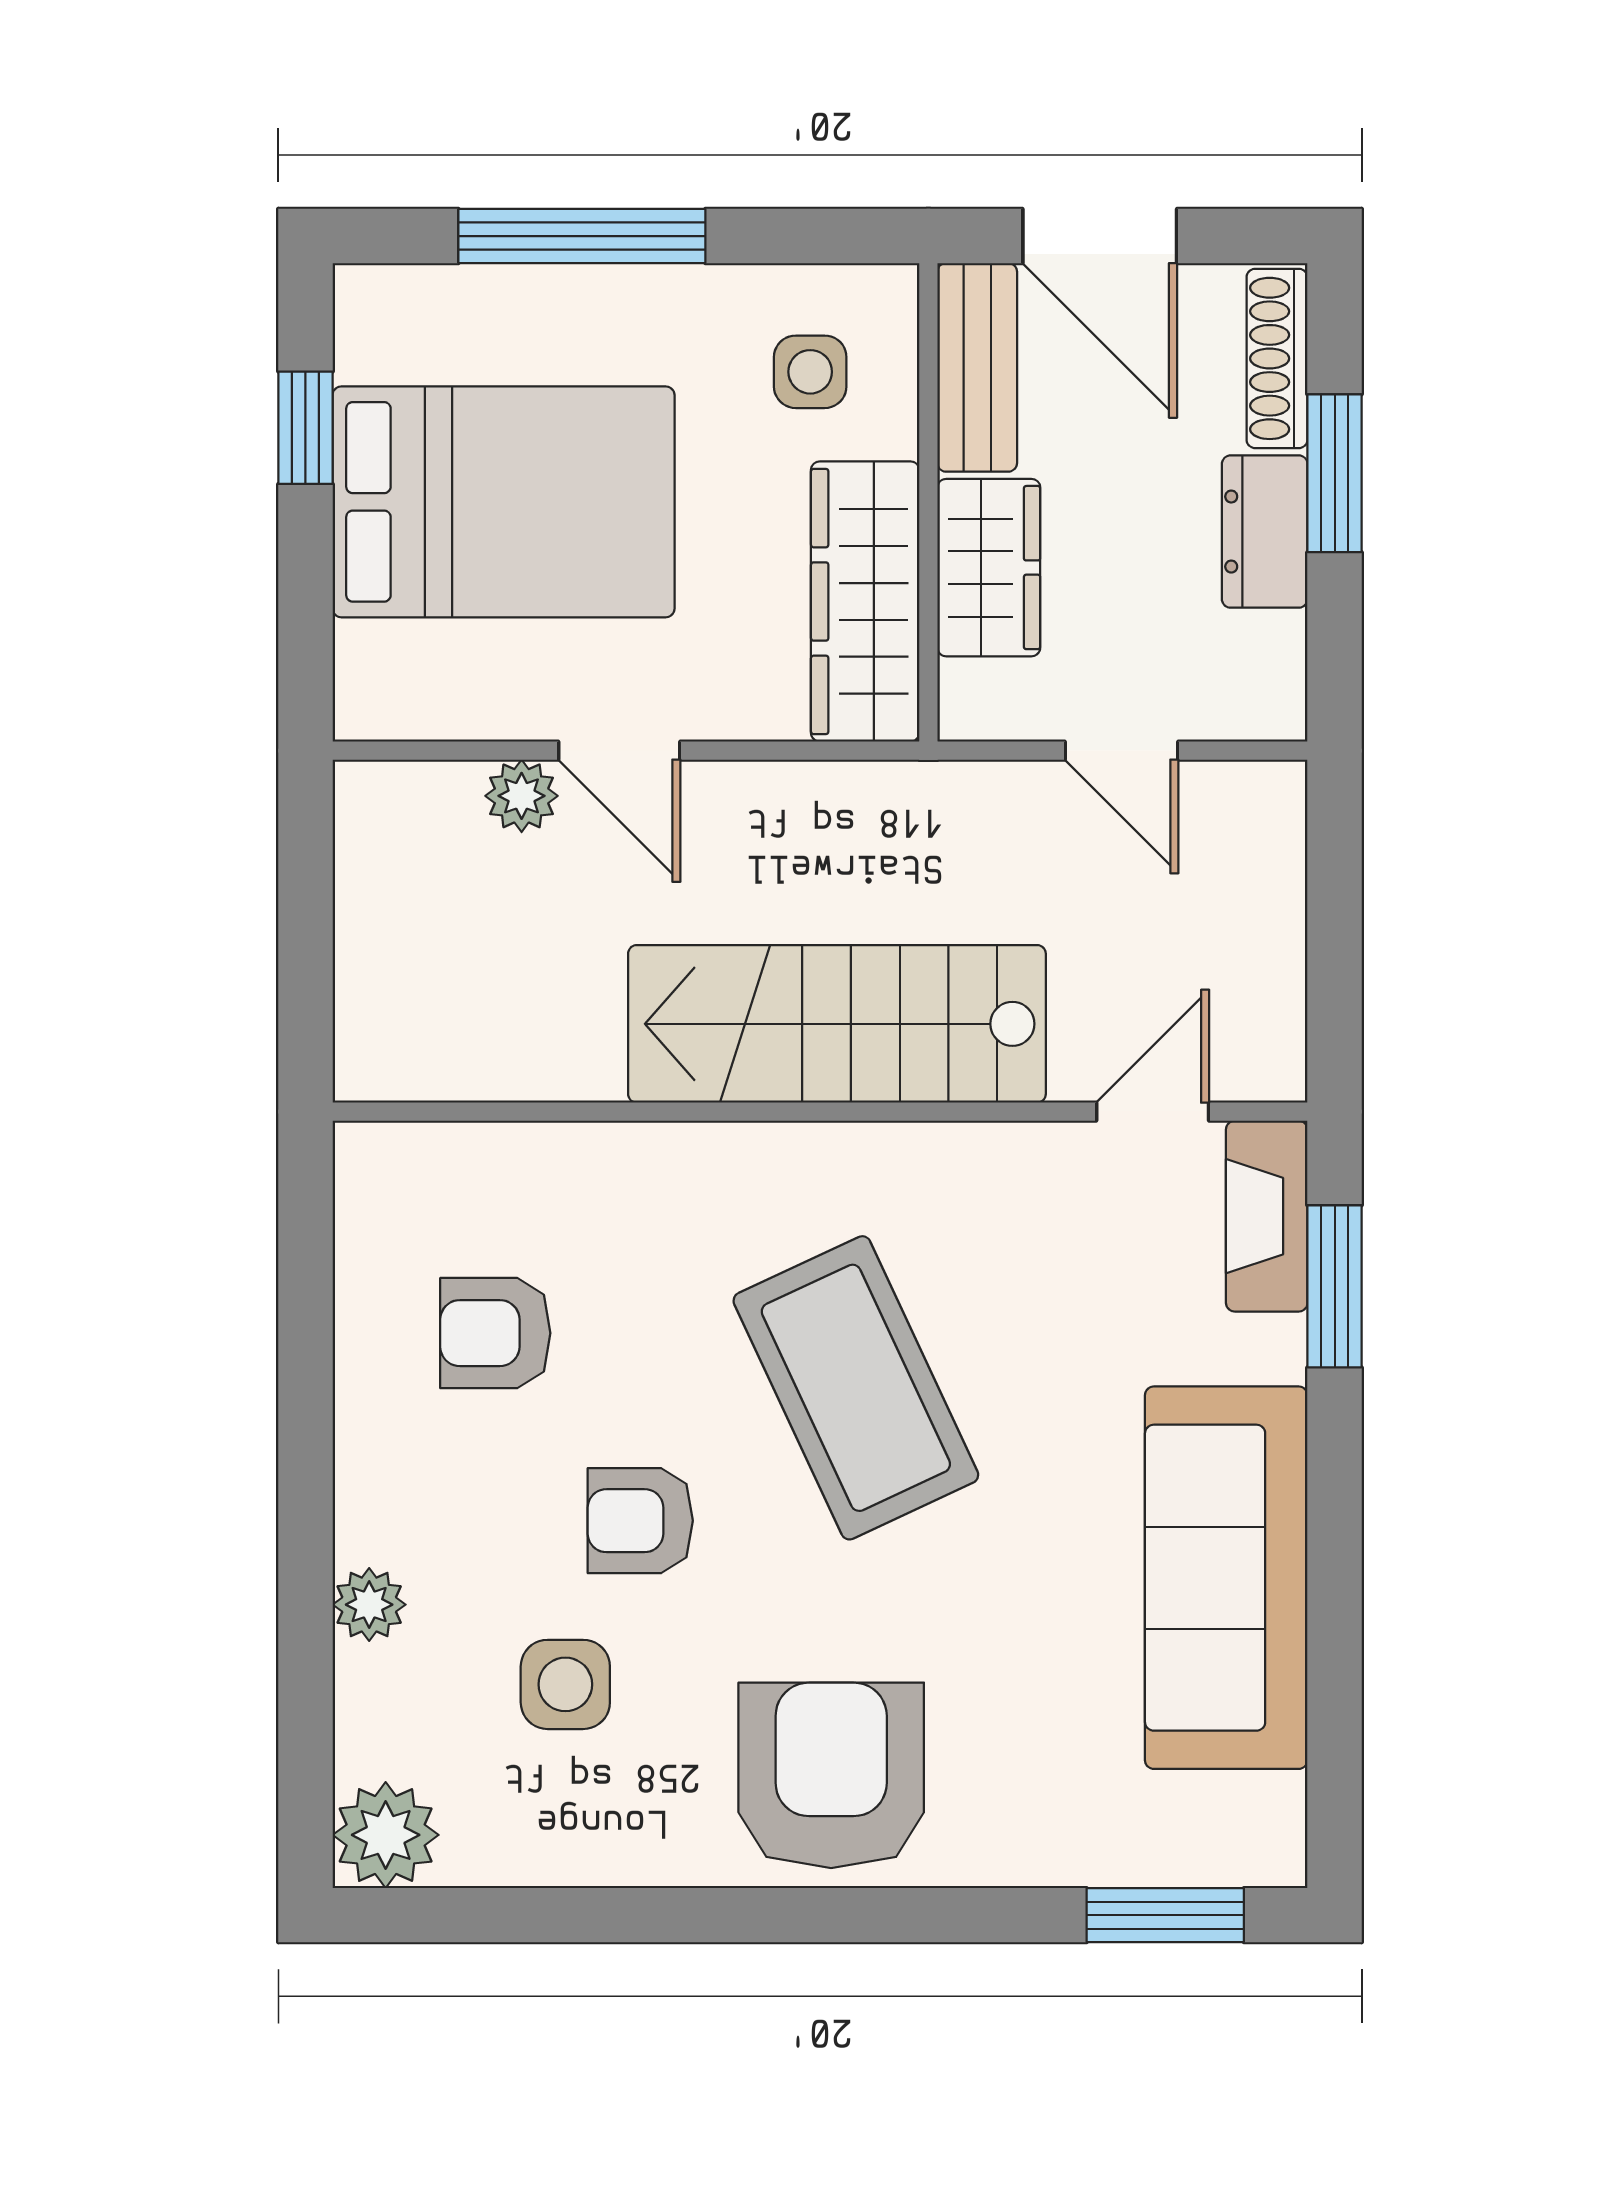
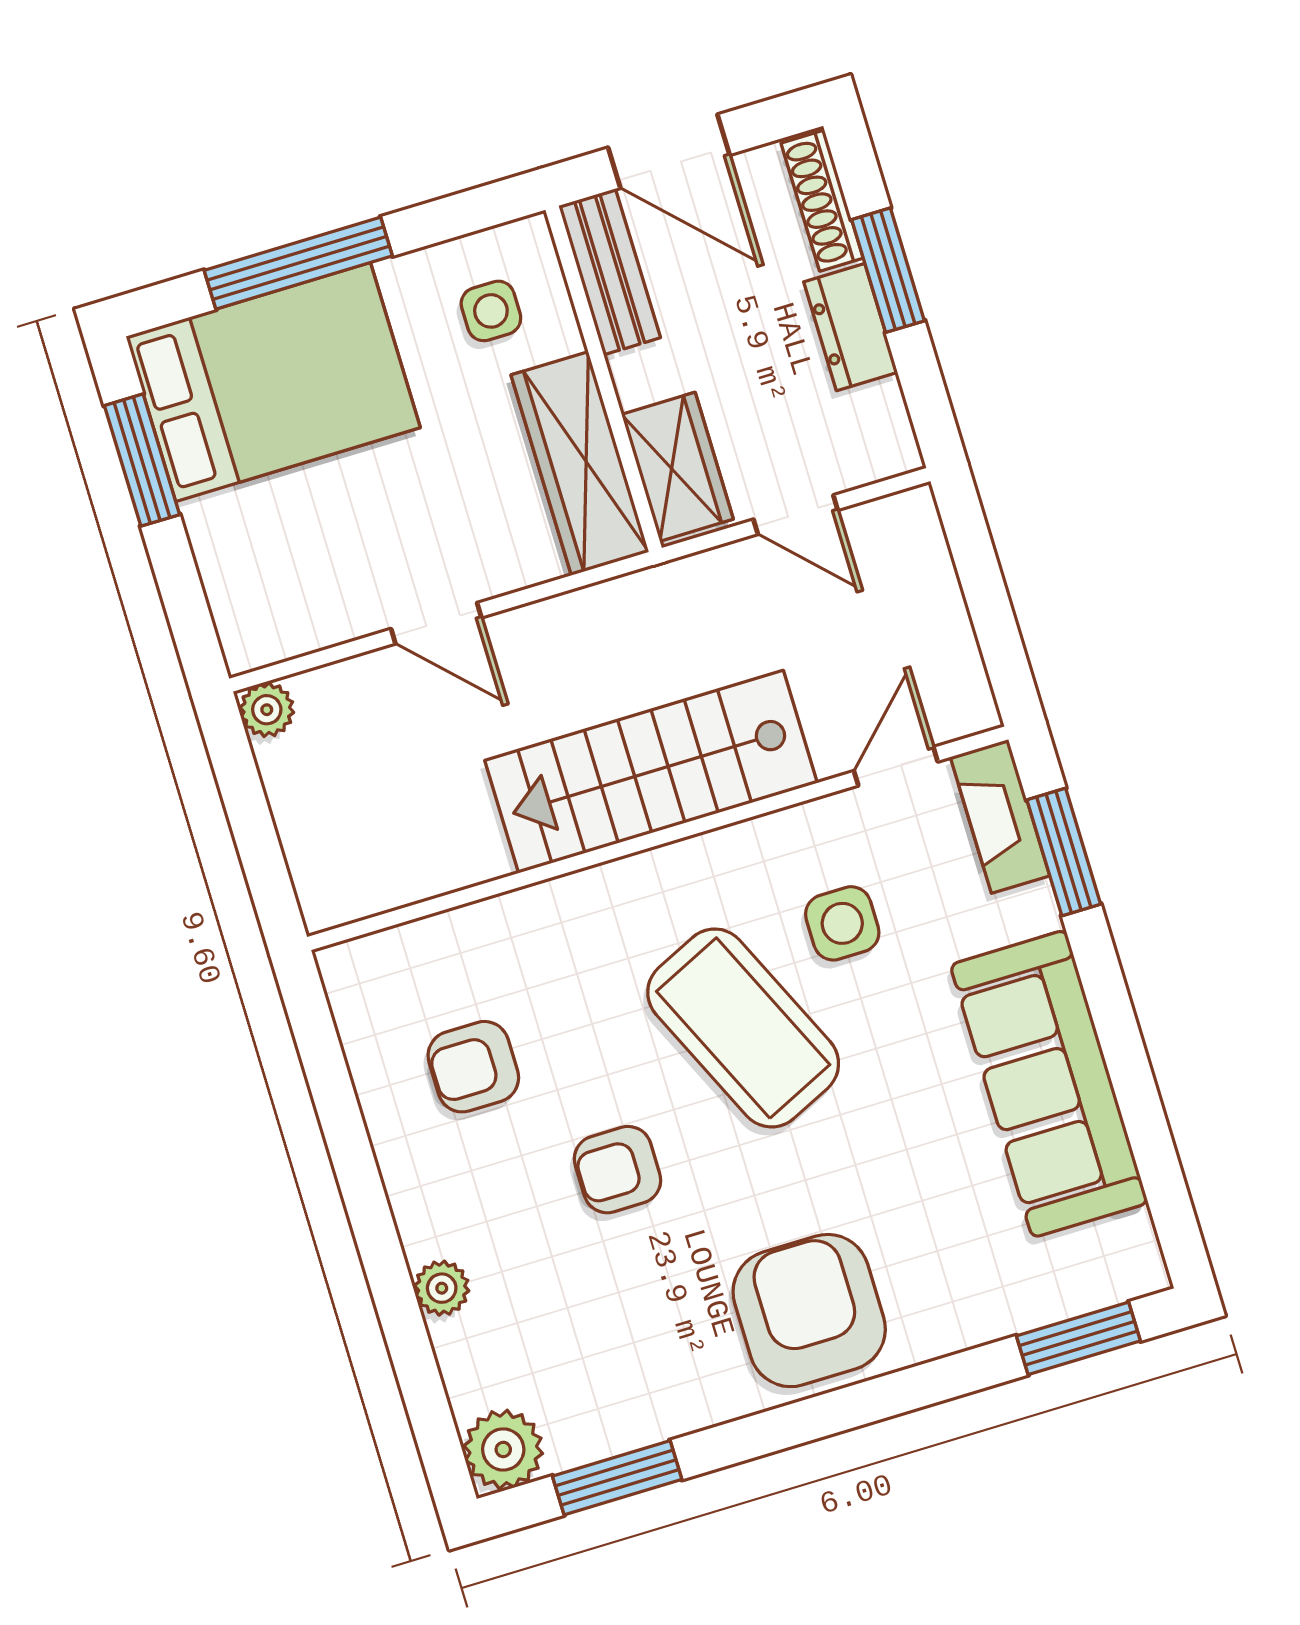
window: (305, 428) -> (142, 460), width x1.50
bed: (504, 502) -> (273, 382), moved
wardrobe: (989, 568) -> (677, 467), moved
plant: (522, 796) -> (267, 710), moved
side table: (565, 1684) -> (842, 923), moved
window: (520, 1915) -> (617, 1478), added

